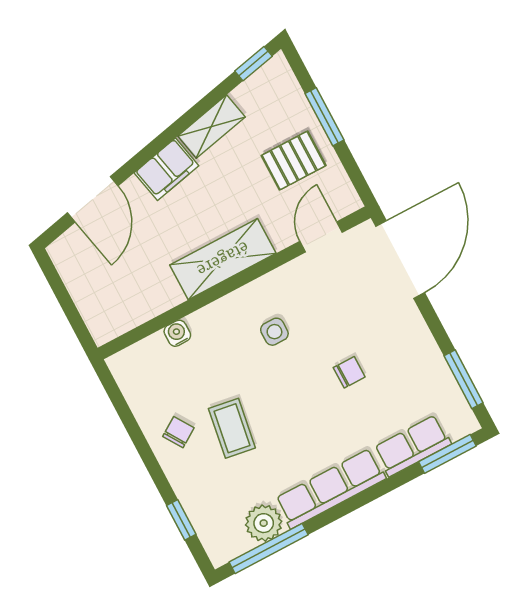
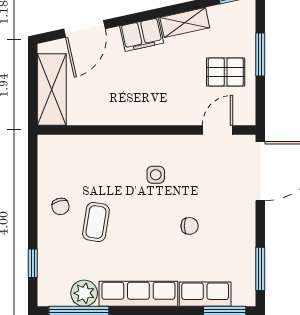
shelving: (223, 259) -> (52, 89), moved, turned 90
water cooler: (177, 333) -> (93, 143), removed
chair: (178, 432) -> (61, 206), turned 109

